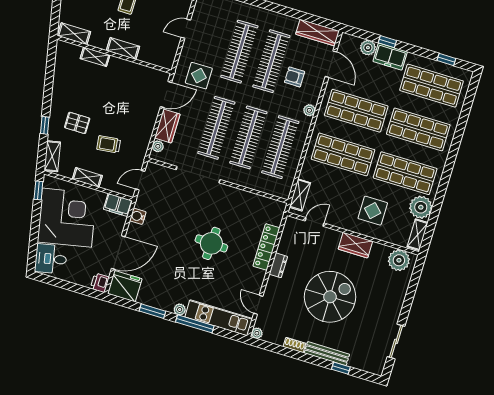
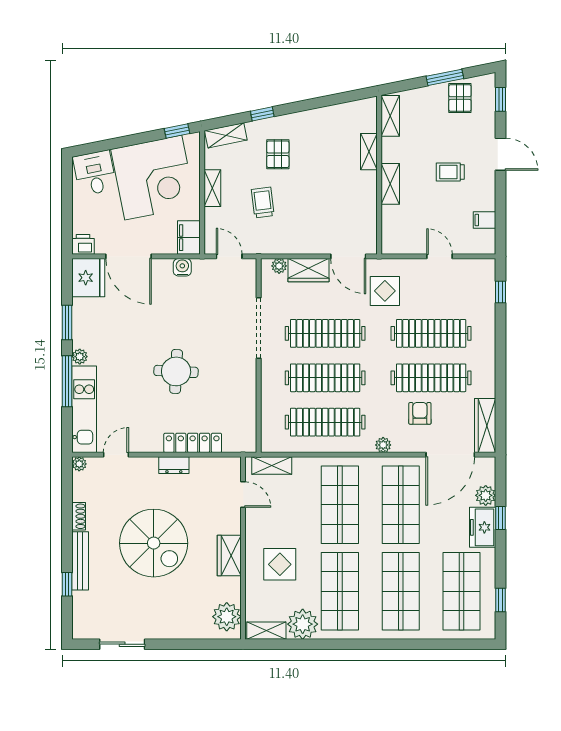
door: (331, 64) -> (450, 455), width x1.36

